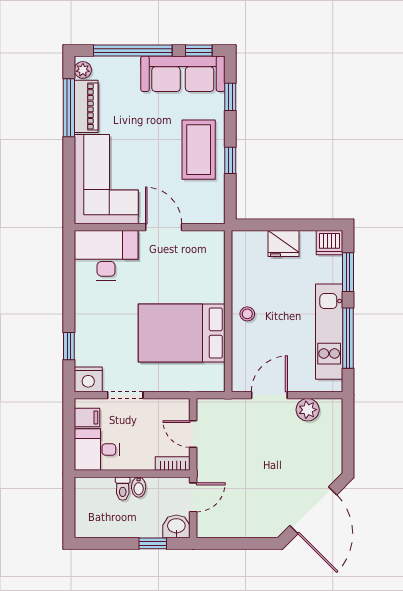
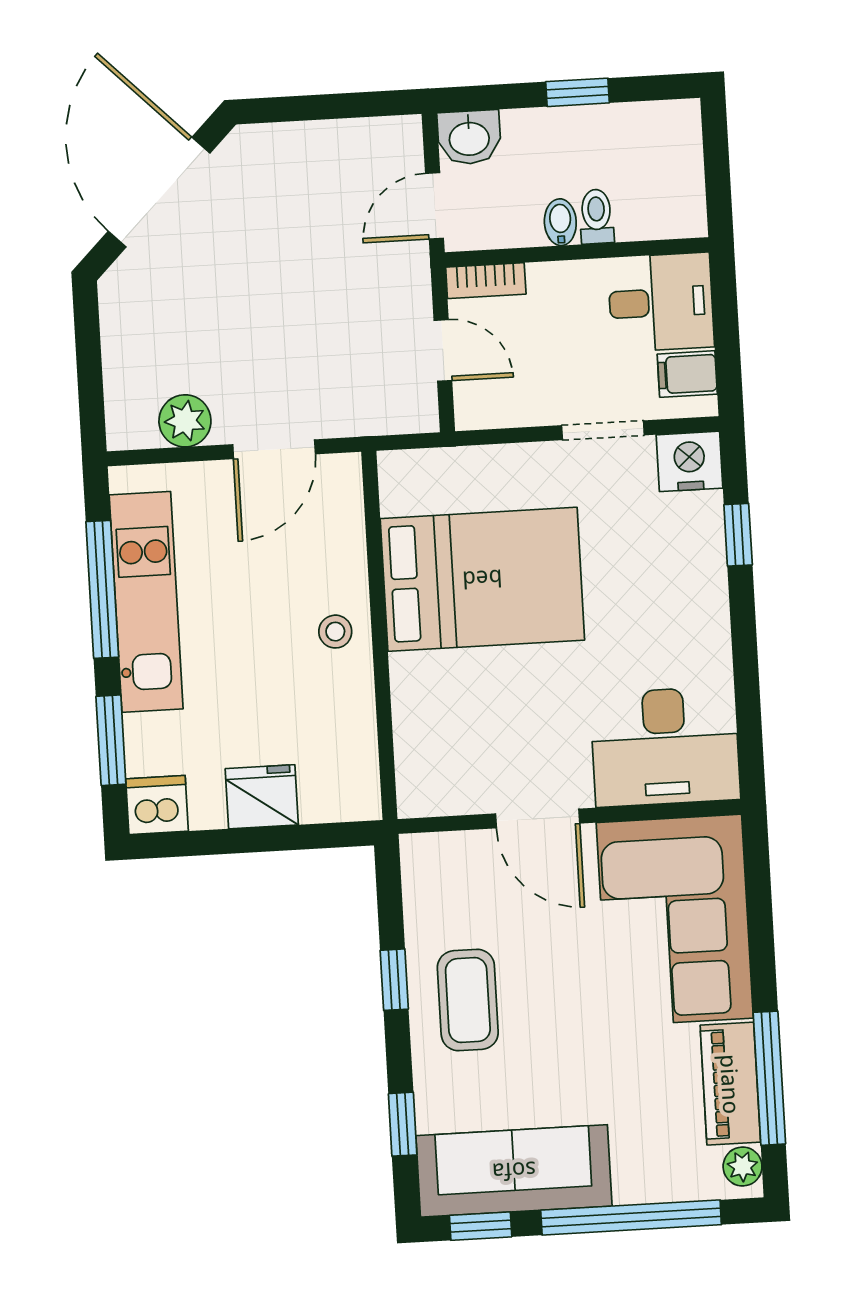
coffee table: (199, 150) -> (468, 1000), width x0.73, depth x0.76
window: (153, 543) -> (578, 92), moved

